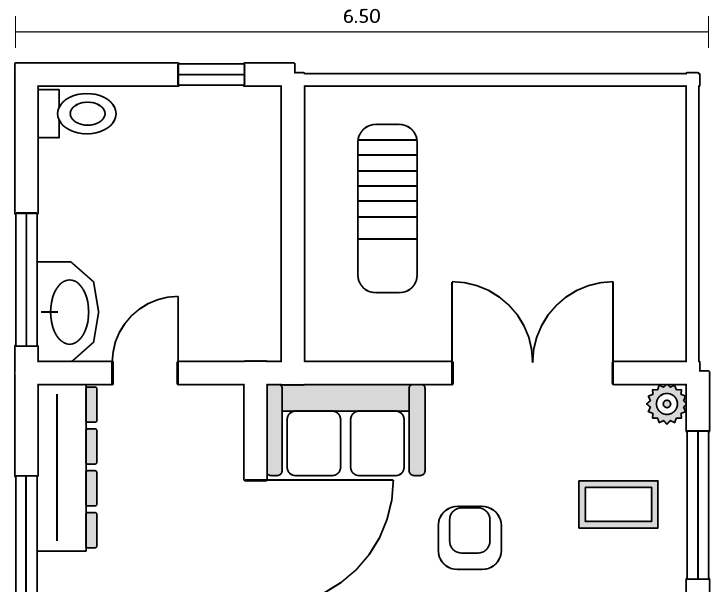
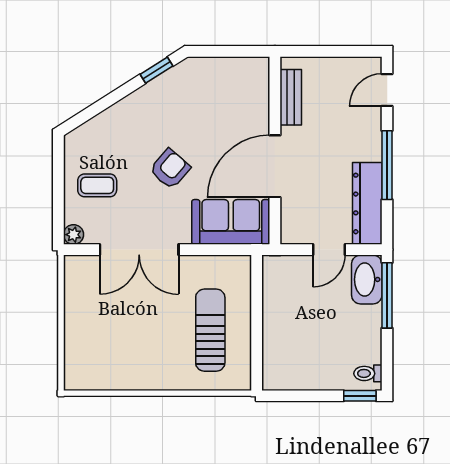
window: (211, 75) -> (360, 396), moved
toilet: (77, 114) -> (368, 373), width x0.73, depth x0.72
window: (698, 505) -> (58, 185), removed
armchair: (470, 538) -> (170, 169), turned -139

